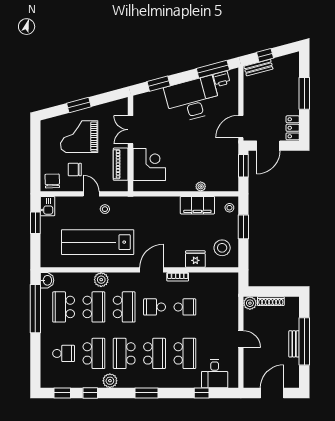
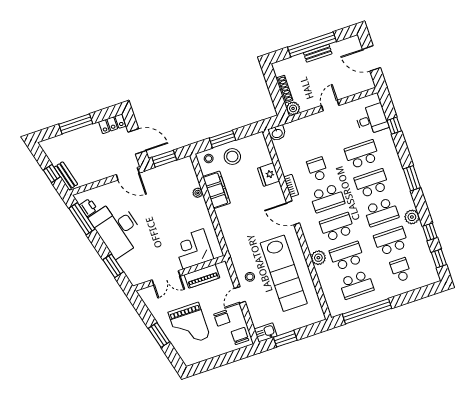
chair: (52, 181) -> (240, 336), turned 92
stool: (222, 248) -> (232, 157), moved
washbasin: (47, 280) -> (277, 133), moved, turned 180
school desk: (155, 307) -> (327, 198), width x1.85

